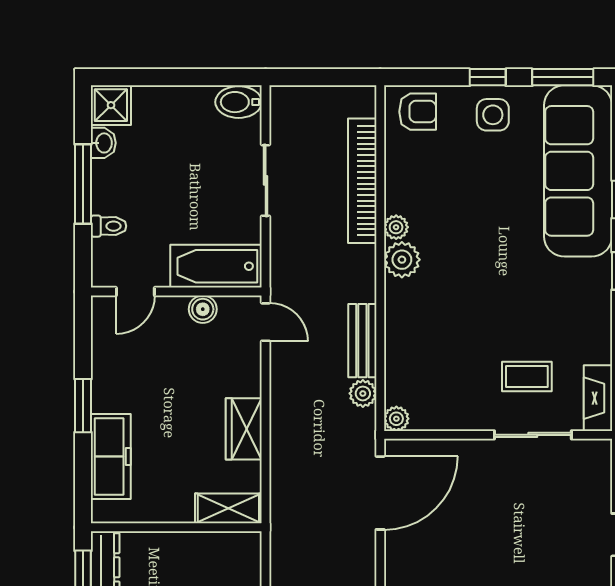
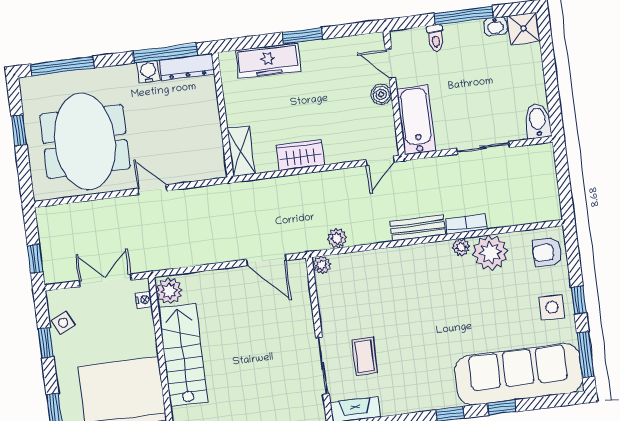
armchair: (418, 112) -> (547, 252), turned 90
bookcase: (362, 181) -> (466, 224), width x0.43, depth x0.76
plant: (402, 260) -> (491, 253), moved, width x1.36, depth x1.36
boiler: (203, 309) -> (381, 94), moved
bench: (362, 341) -> (418, 228), moved
door: (380, 493) -> (266, 260), width x0.73

